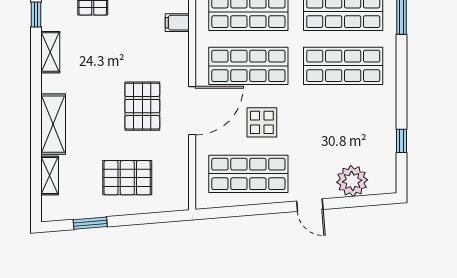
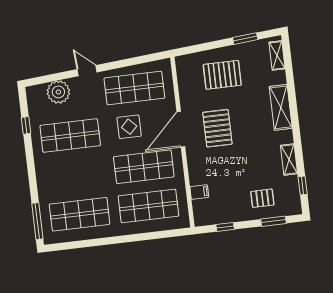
shop shelf: (343, 66) -> (70, 136), moved
shelving: (50, 175) -> (277, 55), moved

